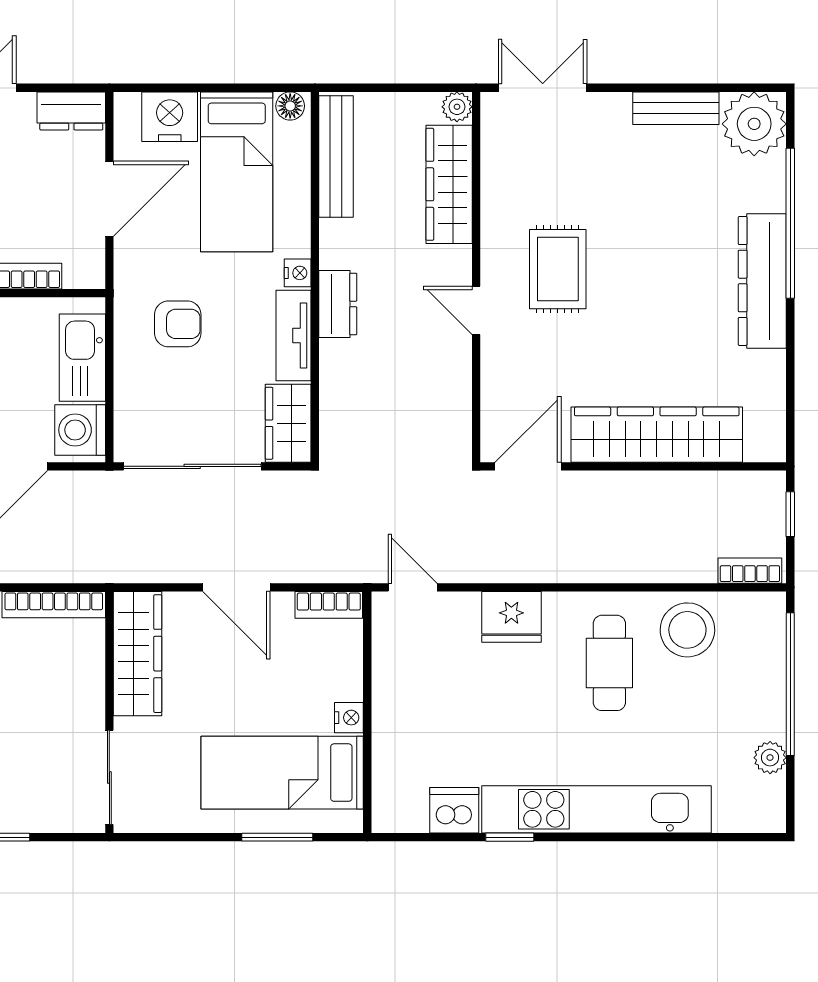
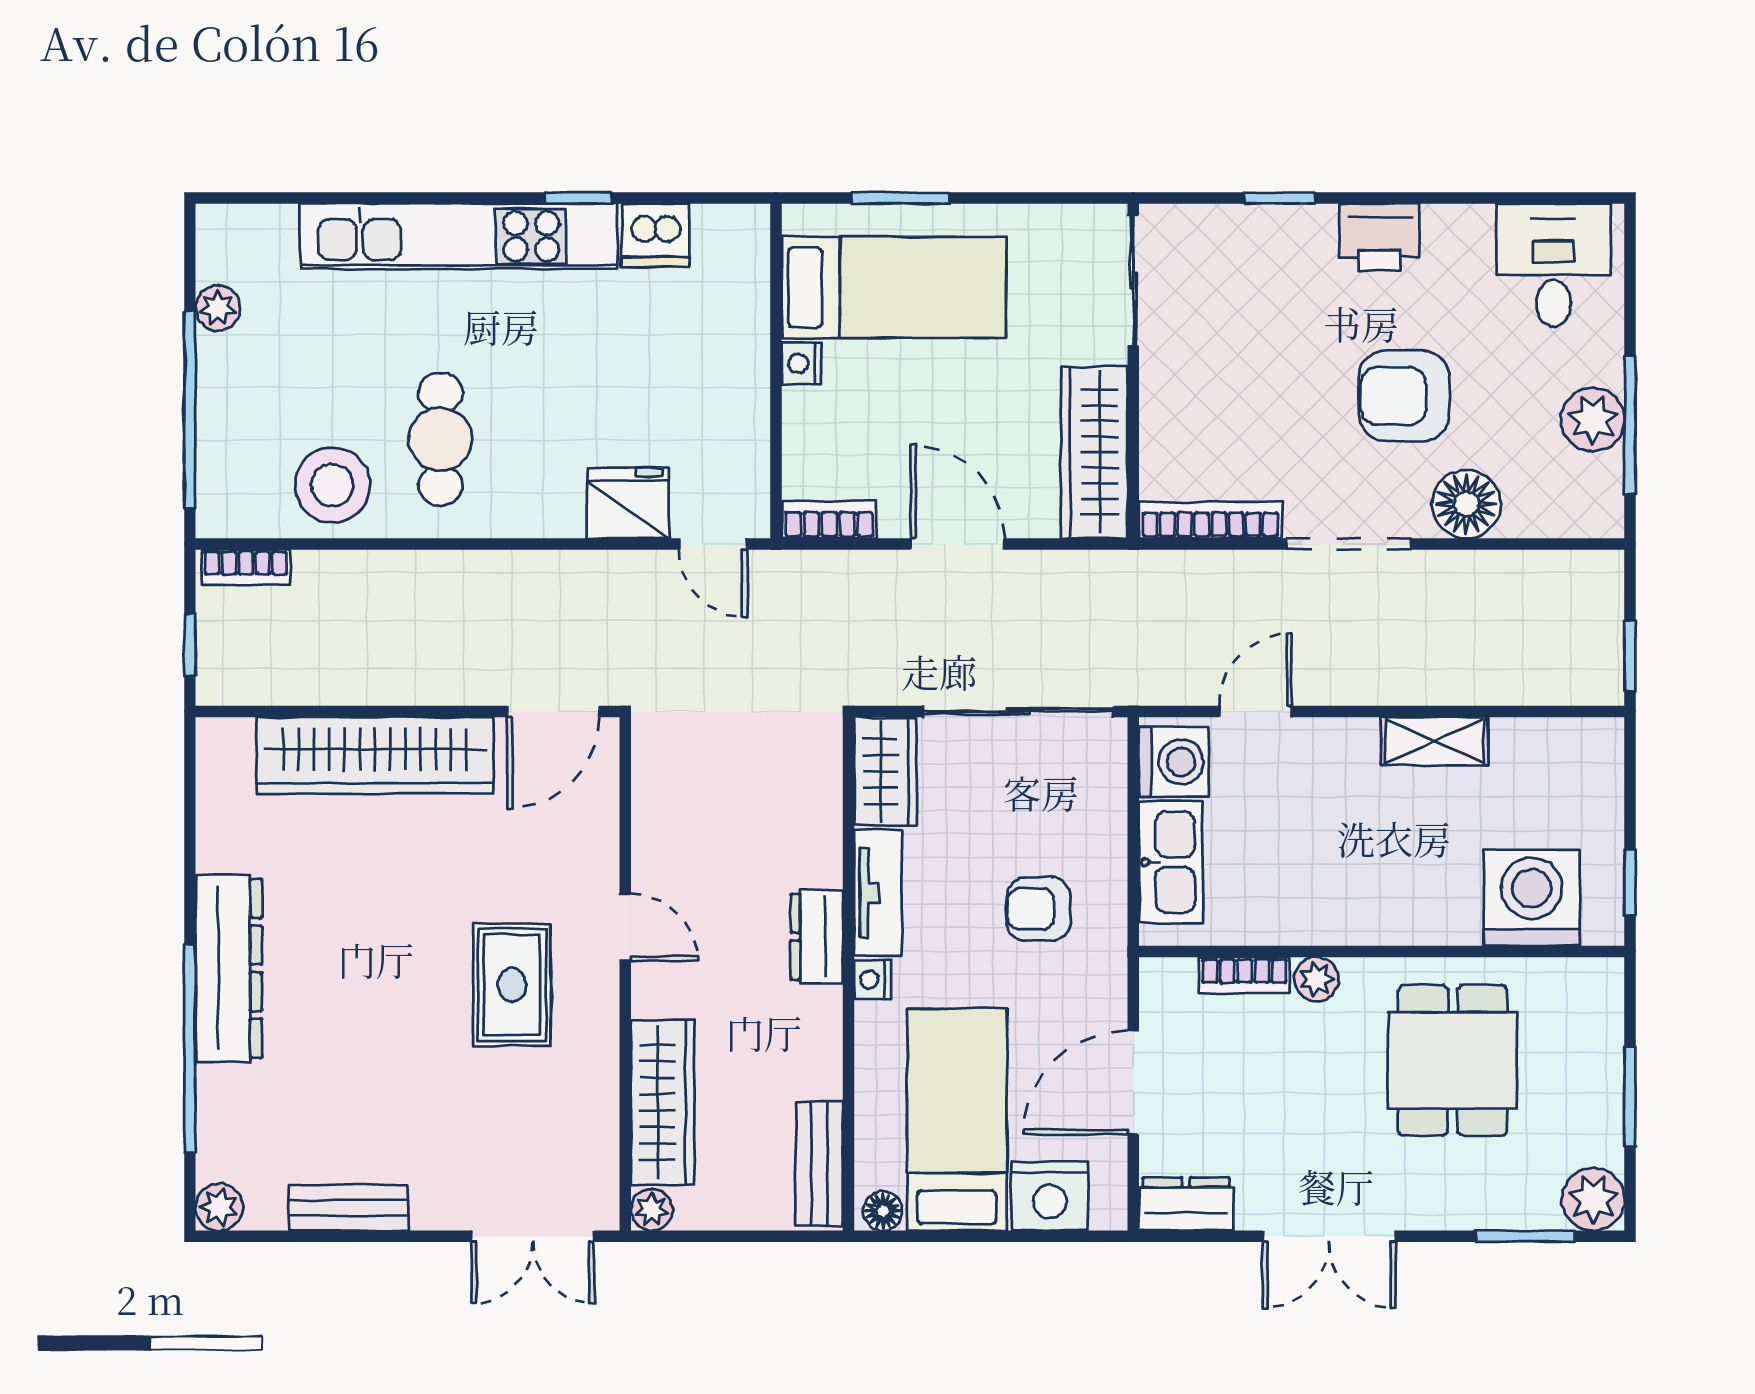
plant: (754, 124) -> (219, 1207), width x0.53, depth x0.53
bench: (336, 156) -> (819, 1163), width x0.73
fridge: (511, 617) -> (628, 503), moved

